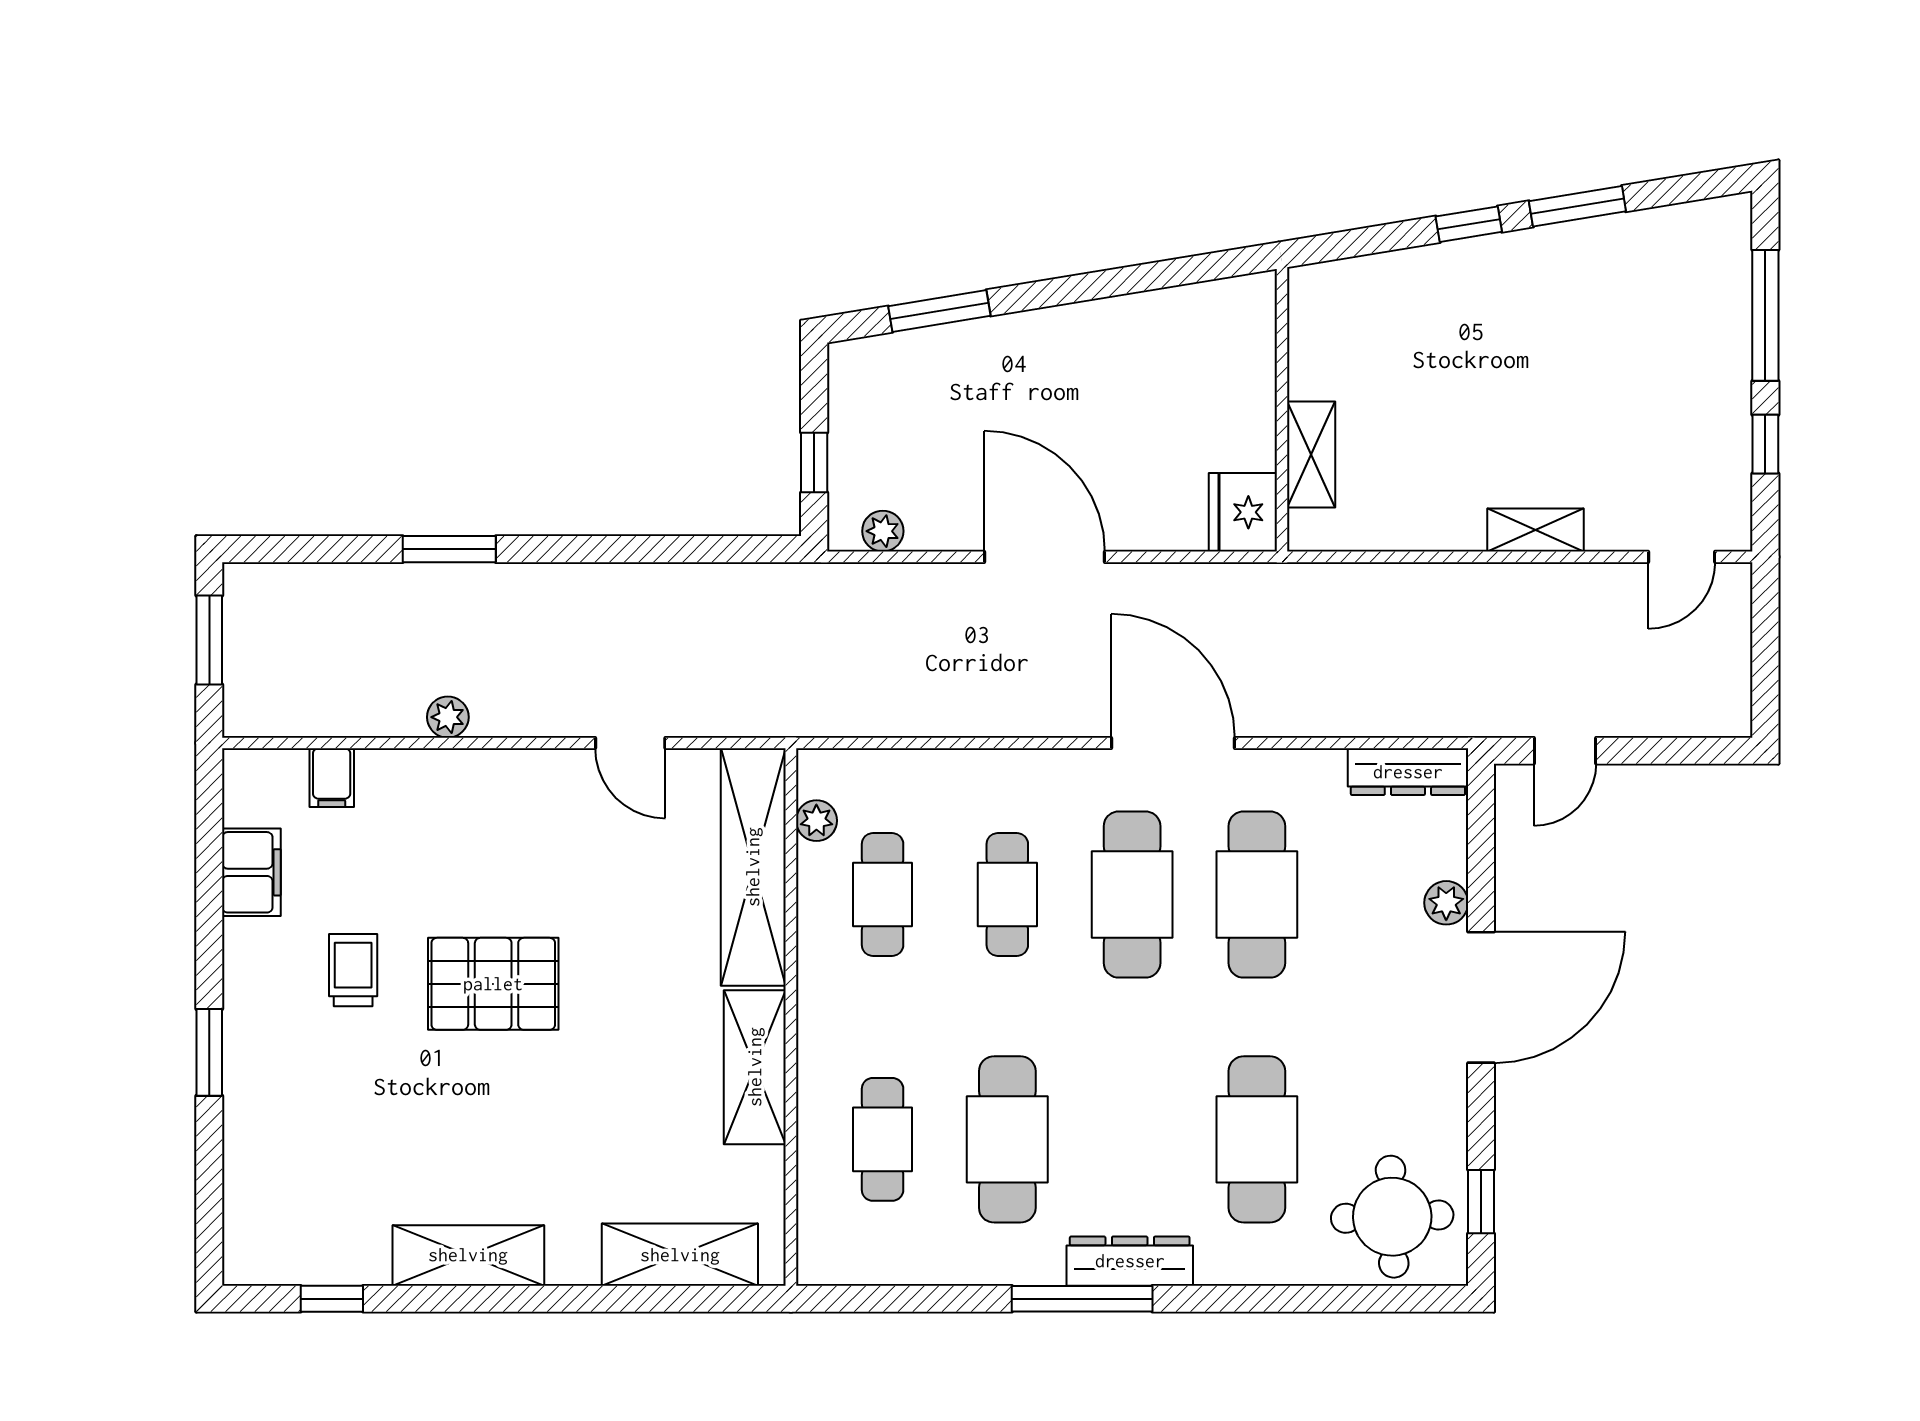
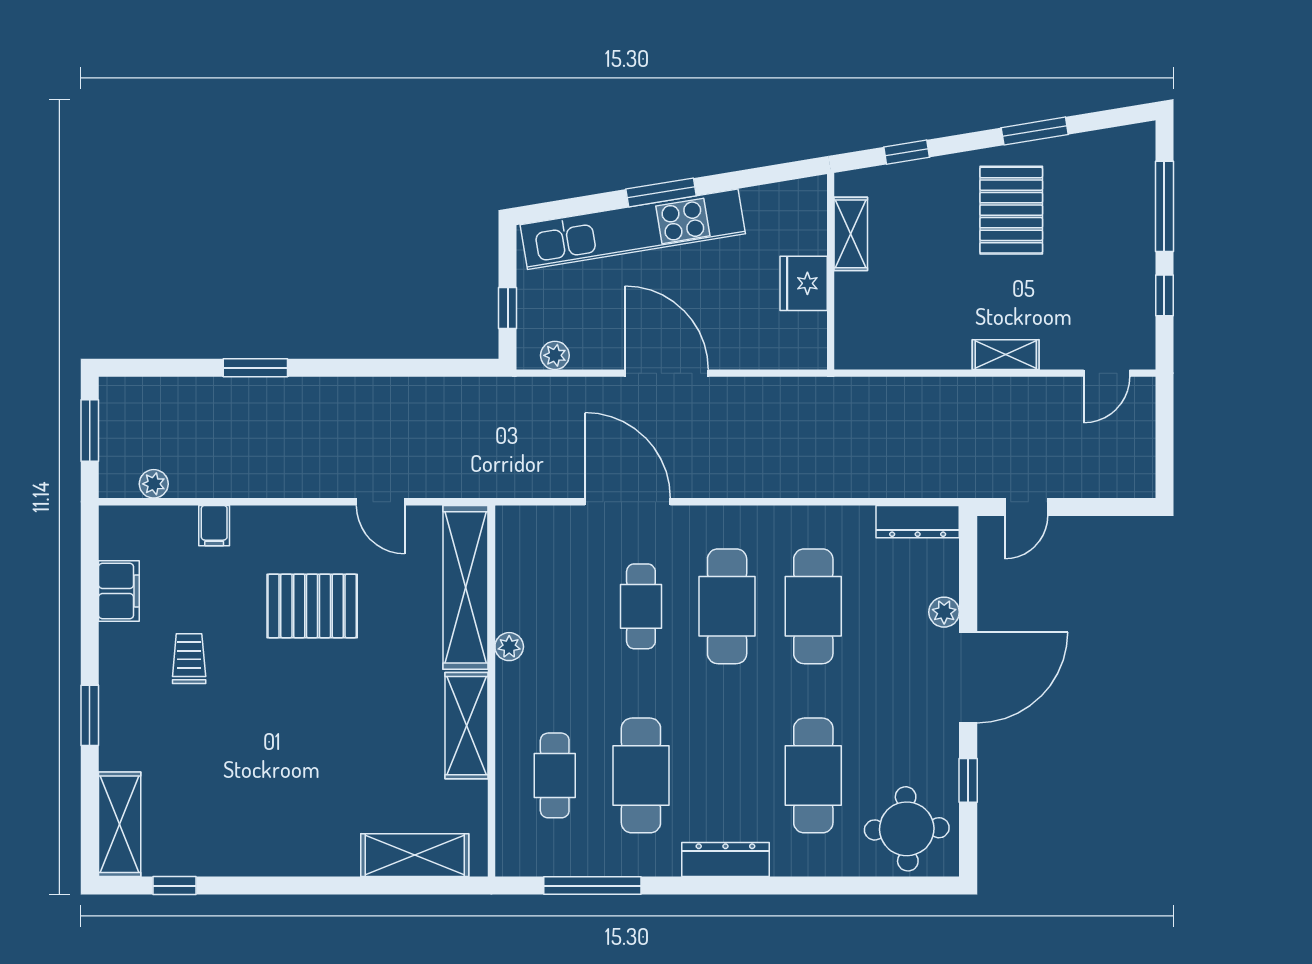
window: (1469, 224) -> (907, 152), moved
window: (939, 311) -> (661, 192), moved
pallet: (1543, 321) -> (1011, 210), added
kitchen unit: (996, 348) -> (633, 229), added
shelving: (1311, 455) -> (851, 234), moved
fridge: (1243, 512) -> (804, 283), moved
plant: (448, 717) -> (154, 484), moved
door: (1173, 743) -> (628, 502), moved
filing cabinet: (332, 778) -> (214, 526), moved
plant: (816, 821) -> (509, 647), moved
cafe table: (883, 895) -> (555, 606), removed
pallet: (493, 984) -> (312, 606), moved
window: (1481, 1202) -> (968, 780), moved
shelving: (468, 1255) -> (120, 824), moved, turned 90
window: (1082, 1299) -> (592, 886), moved

